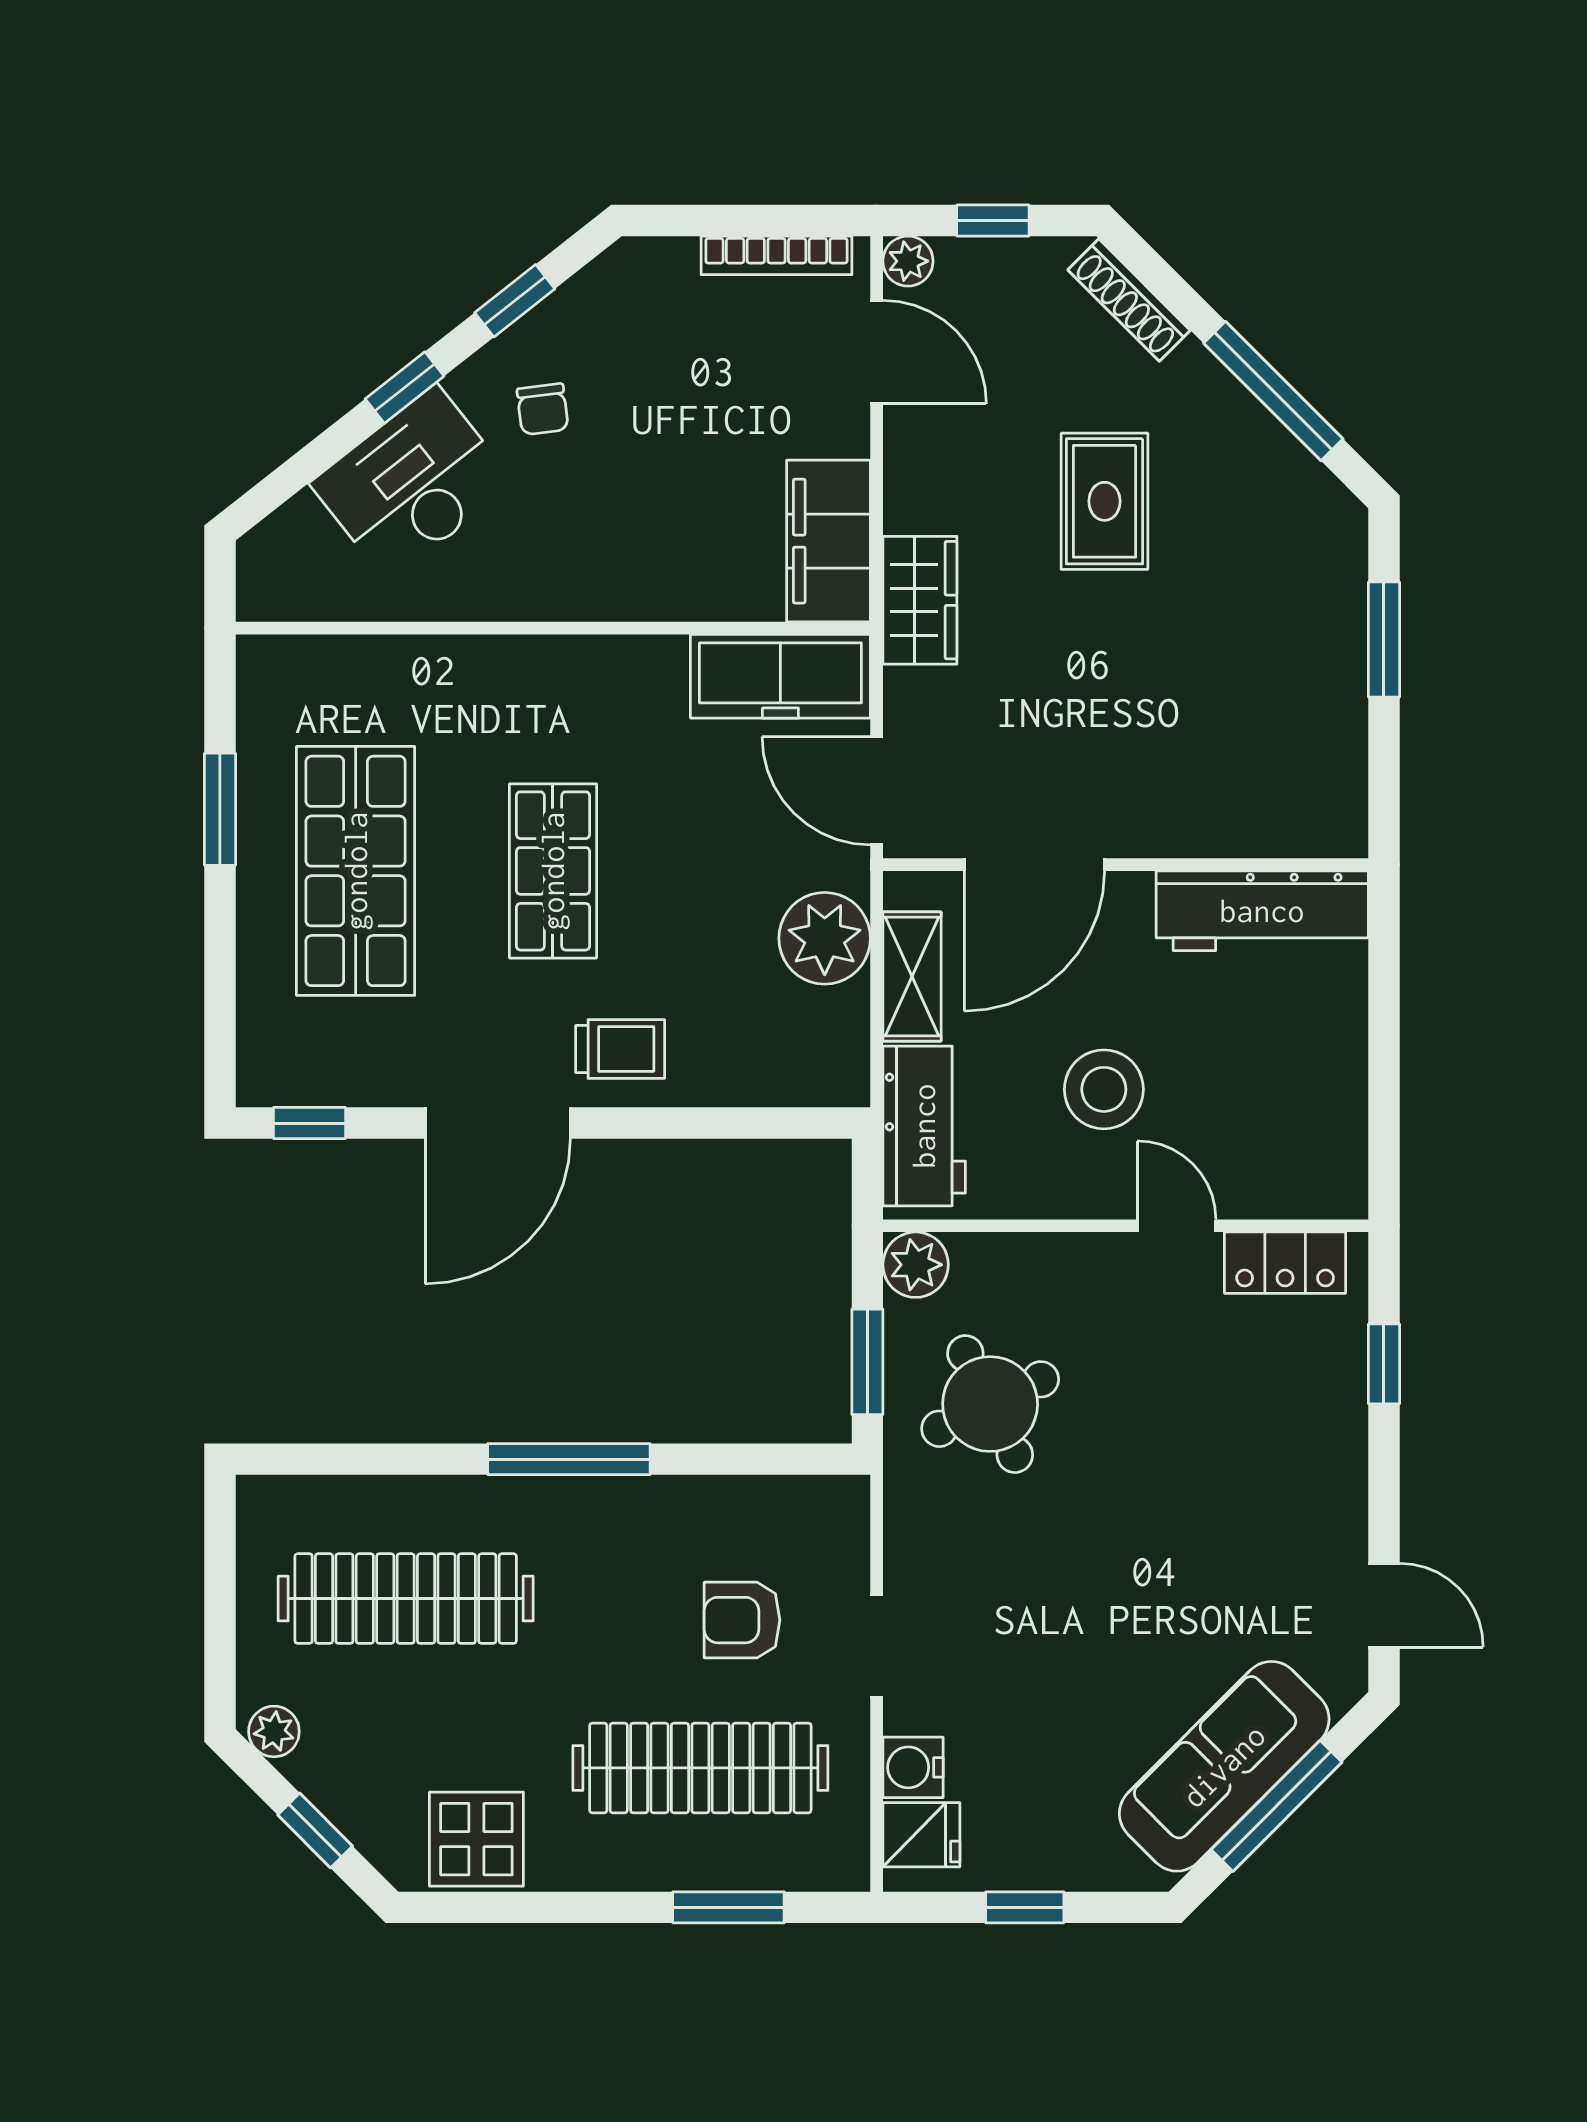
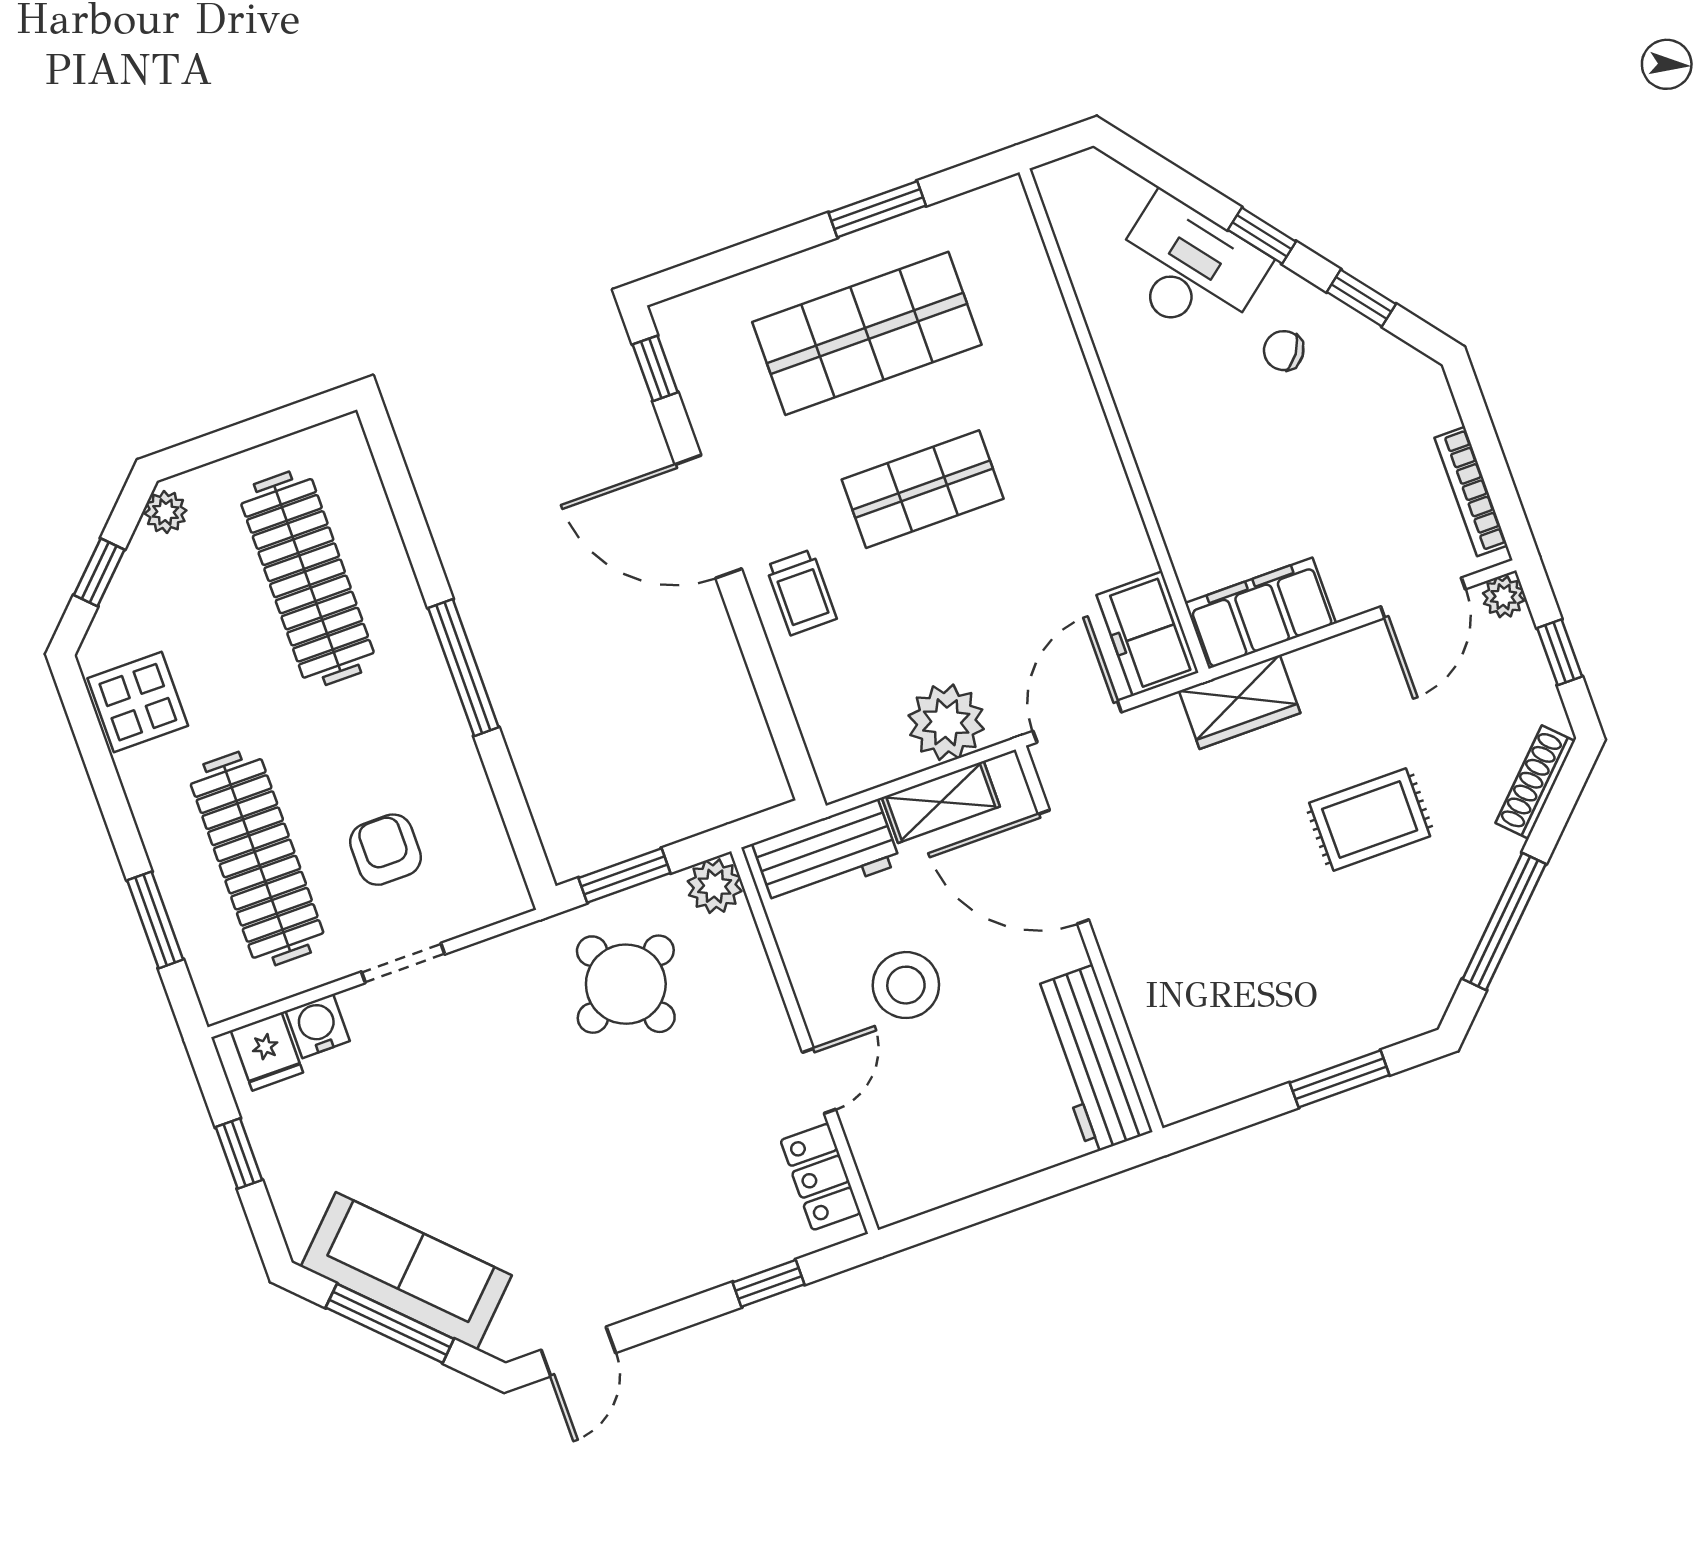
chair: (543, 409) -> (1284, 351), turned 42
freezer: (780, 676) -> (1148, 634), width x0.71

